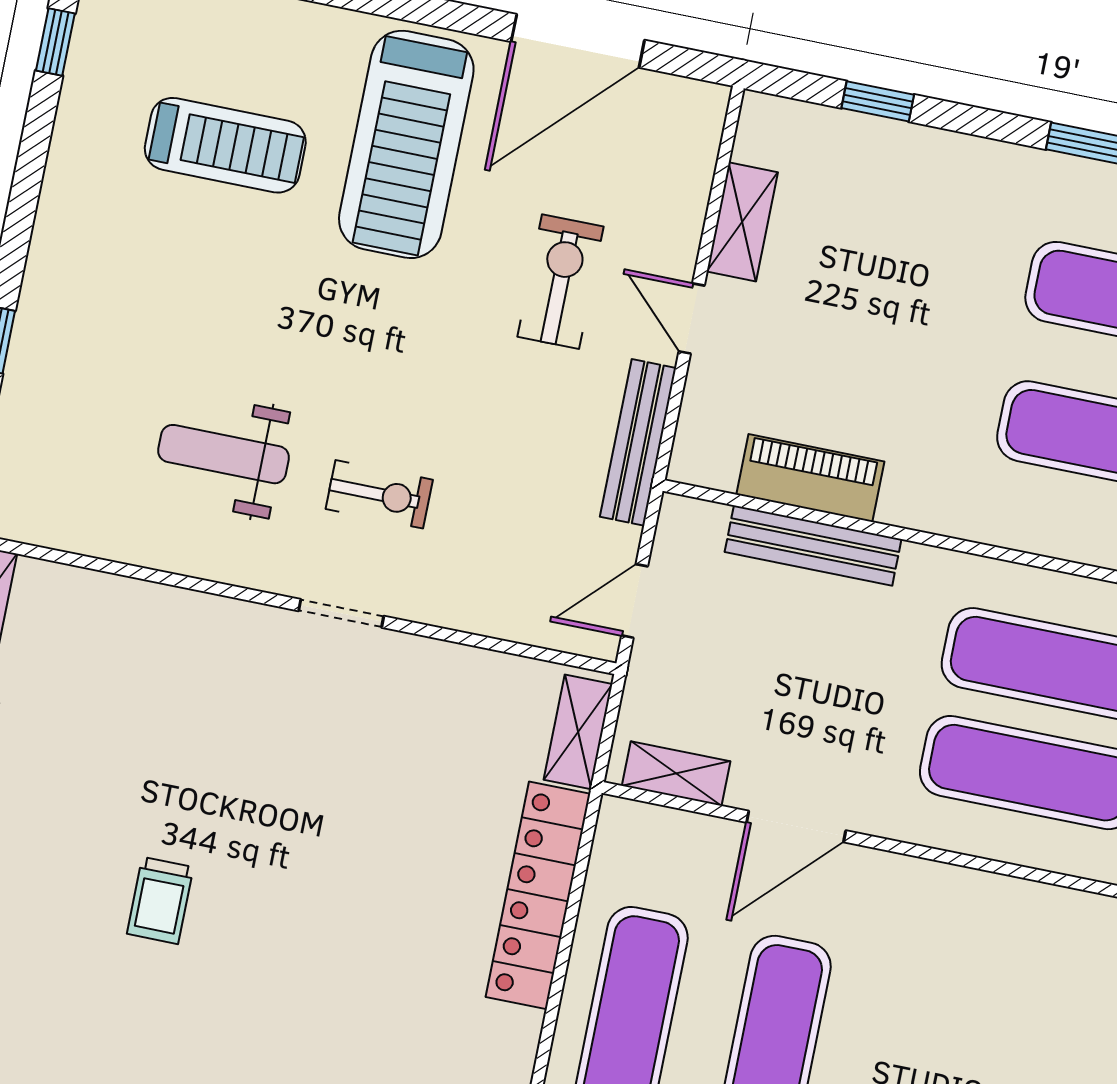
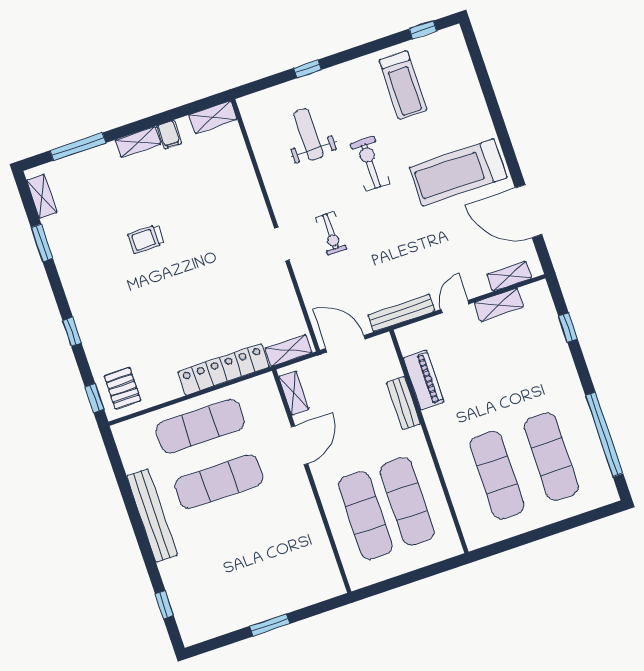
treadmill: (225, 145) -> (403, 85), moved
shelving: (694, 164) -> (509, 276), added
exercise bike: (560, 282) -> (370, 164), moved, turned -90
weight bench: (224, 454) -> (309, 135), moved
bench: (813, 546) -> (404, 403), width x0.73
door: (635, 601) -> (345, 344), width x1.38
door: (796, 827) -> (300, 445), swing flipped

